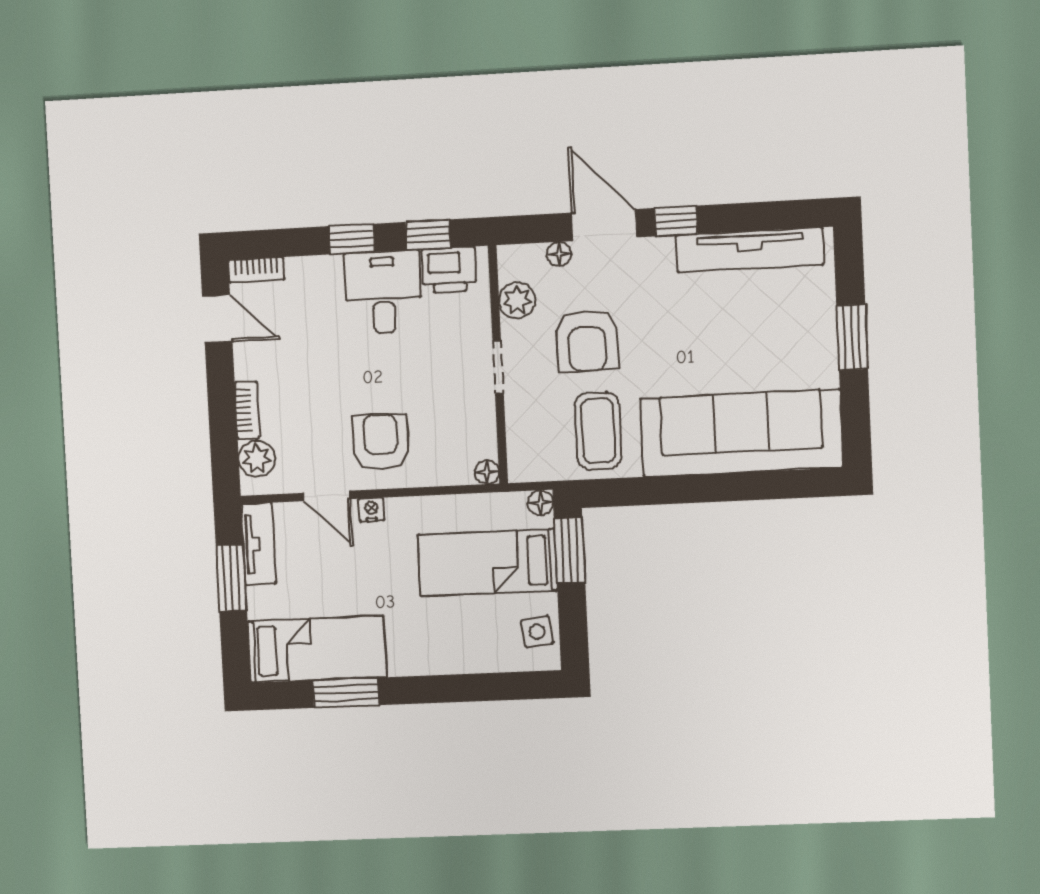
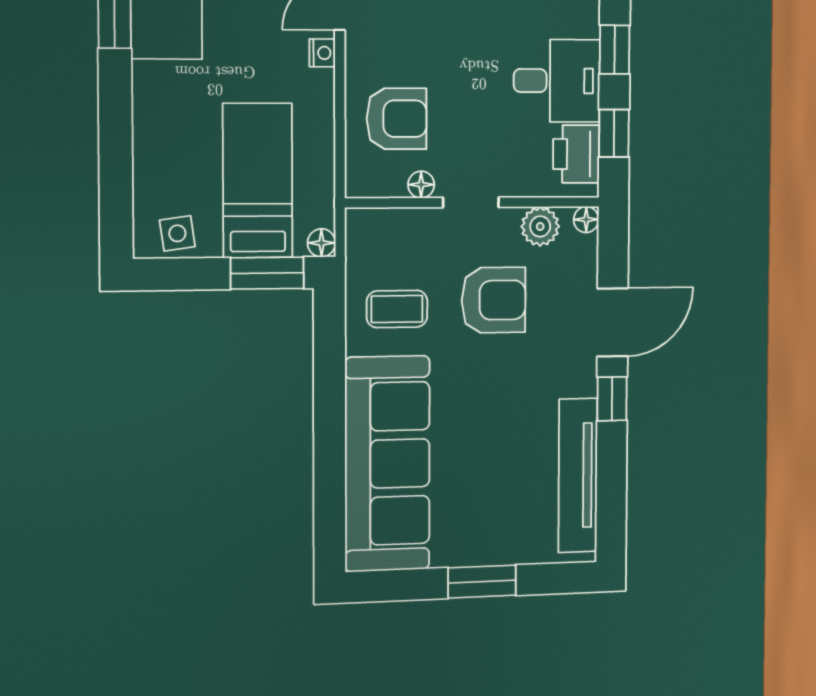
floor lamp: (559, 254) -> (586, 220), moved
armchair: (587, 341) -> (494, 300), turned 180
coffee table: (598, 431) -> (397, 309), width x0.73, depth x0.77
armchair: (381, 442) -> (397, 119), moved
floor lamp: (487, 472) -> (421, 185), moved

